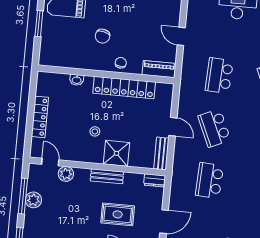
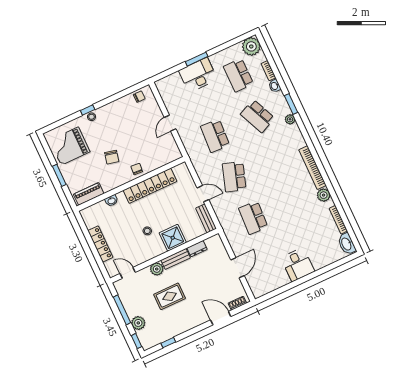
door: (181, 36) -> (170, 123), hinge flipped
piano: (159, 69) -> (89, 194), moved
school desk: (214, 128) -> (234, 177), turned 42
plant: (66, 174) -> (157, 269), moved
dresser: (155, 180) -> (197, 249), moved
plant: (33, 200) -> (138, 323), moved
rug: (118, 214) -> (170, 296), moved

